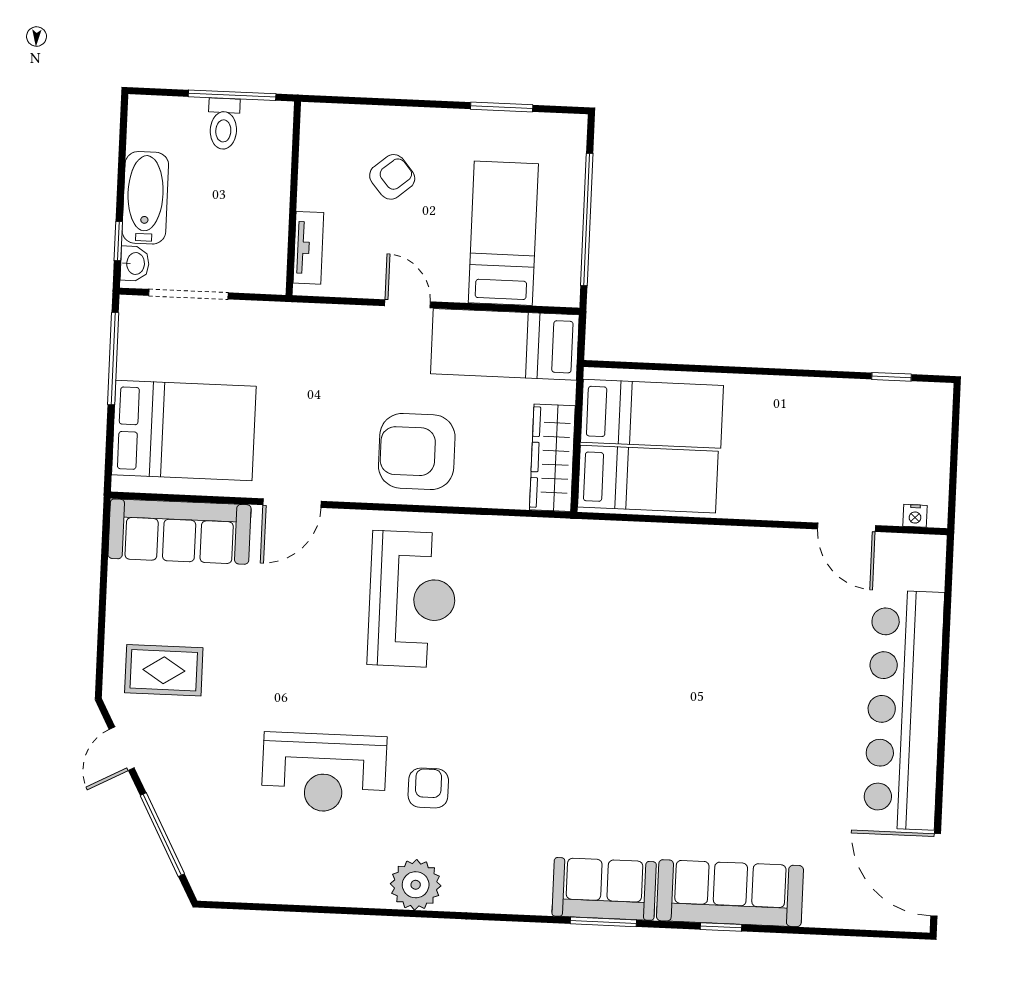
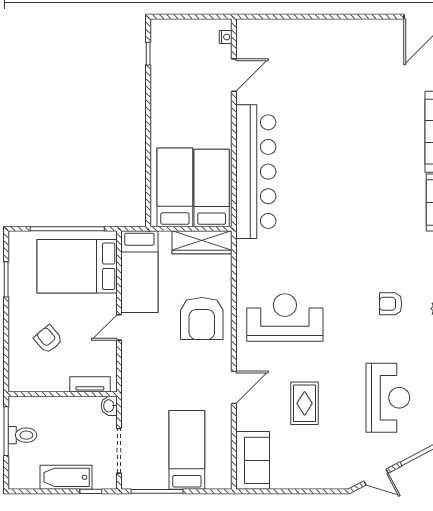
bed: (503, 233) -> (77, 266), width x1.50
washbasin: (135, 263) -> (109, 406), moved, turned -90
bed: (184, 431) -> (187, 450), width x0.67
door: (292, 503) -> (234, 387), hinge flipped
sofa: (180, 532) -> (253, 460), width x0.73
rug: (164, 670) -> (305, 403), moved
bar counter: (904, 710) -> (256, 172), moved, turned -90
reception desk: (324, 773) -> (388, 398), moved

